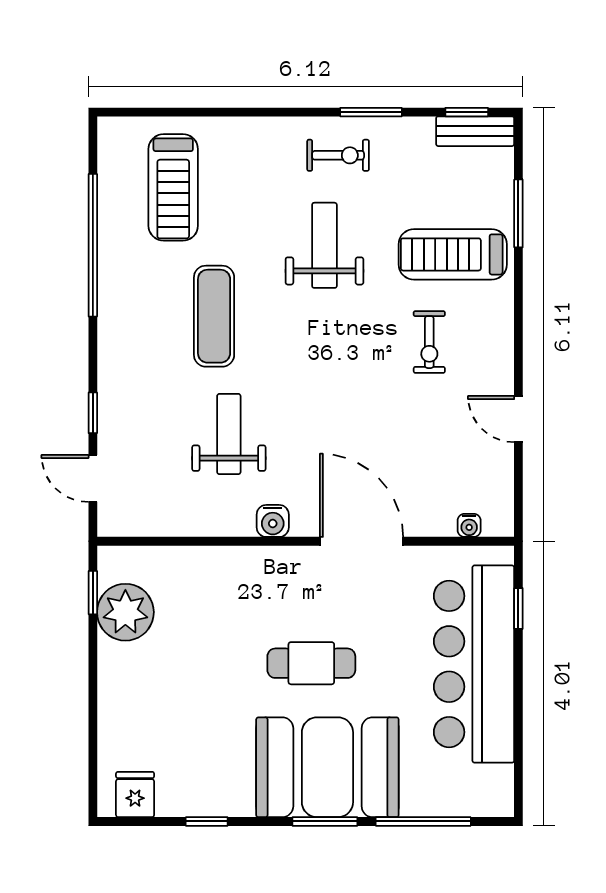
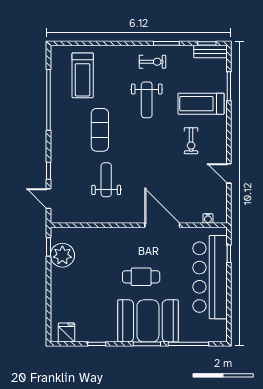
weight bench: (324, 245) -> (147, 100), turned 180
water cooler: (273, 521) -> (125, 217), removed

